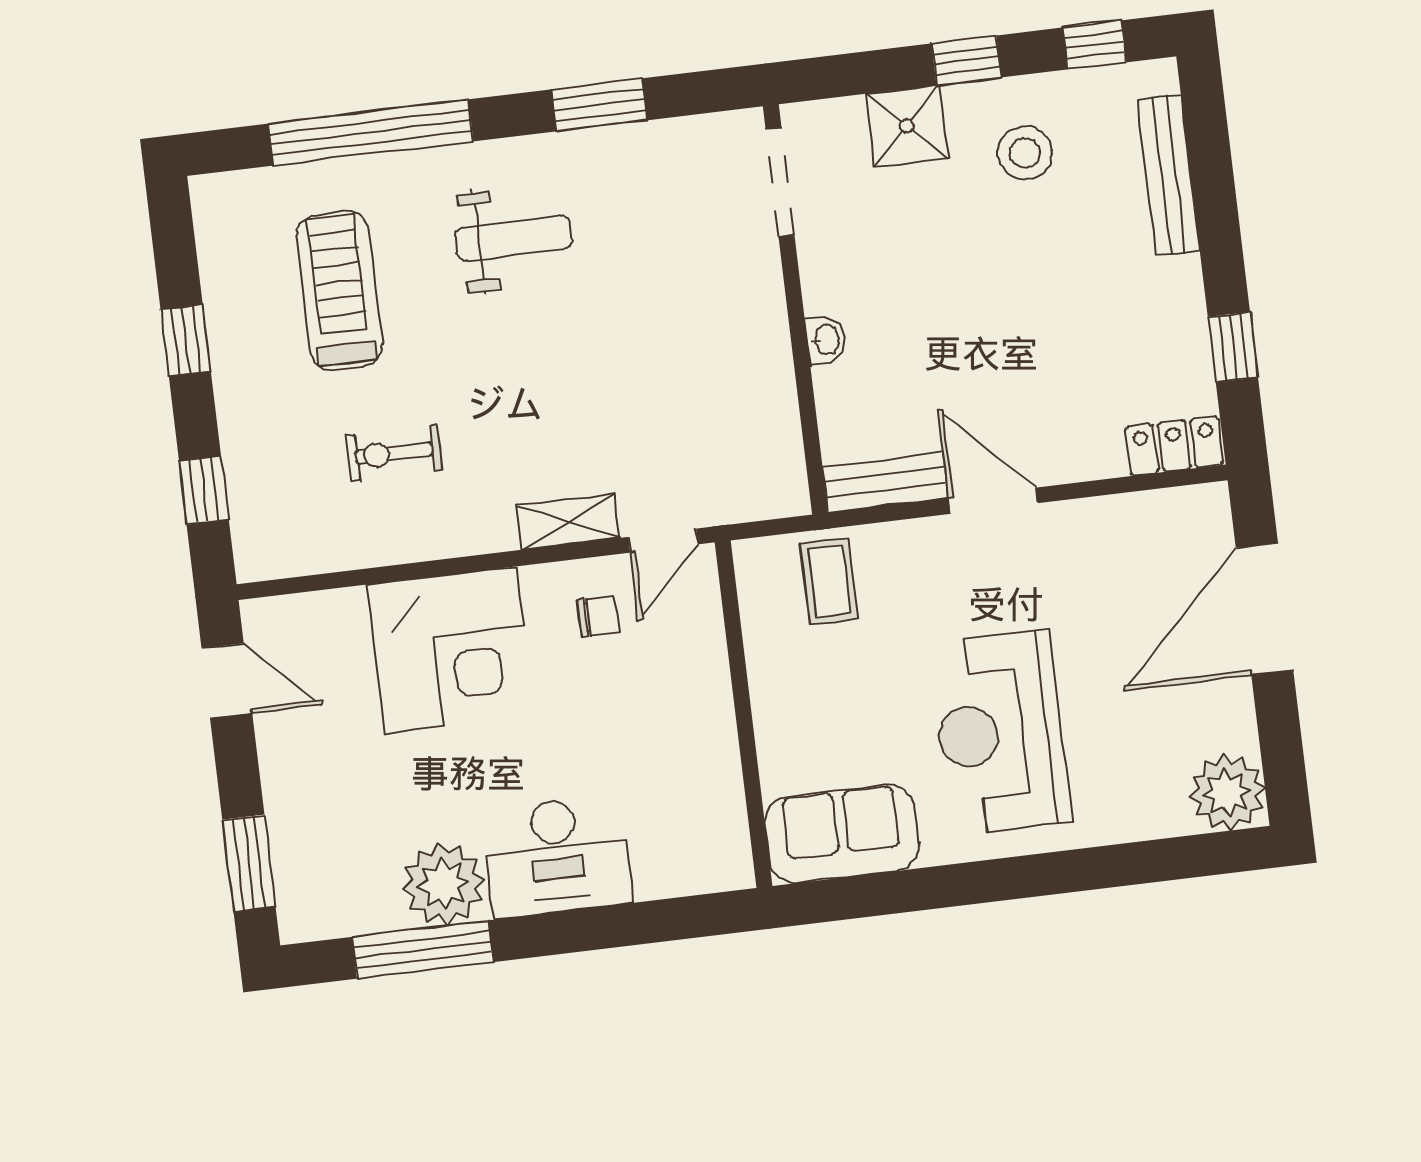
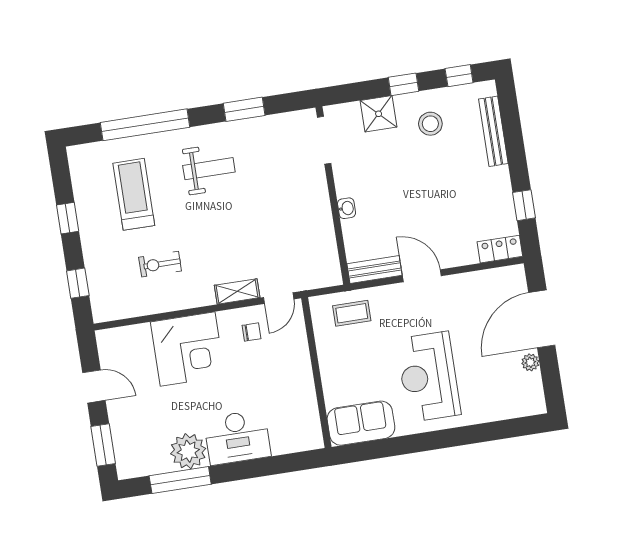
coffee table: (829, 581) -> (352, 313), turned 90
door: (227, 681) -> (94, 386), moved
plant: (1227, 793) -> (530, 362), moved, width x0.53, depth x0.53

